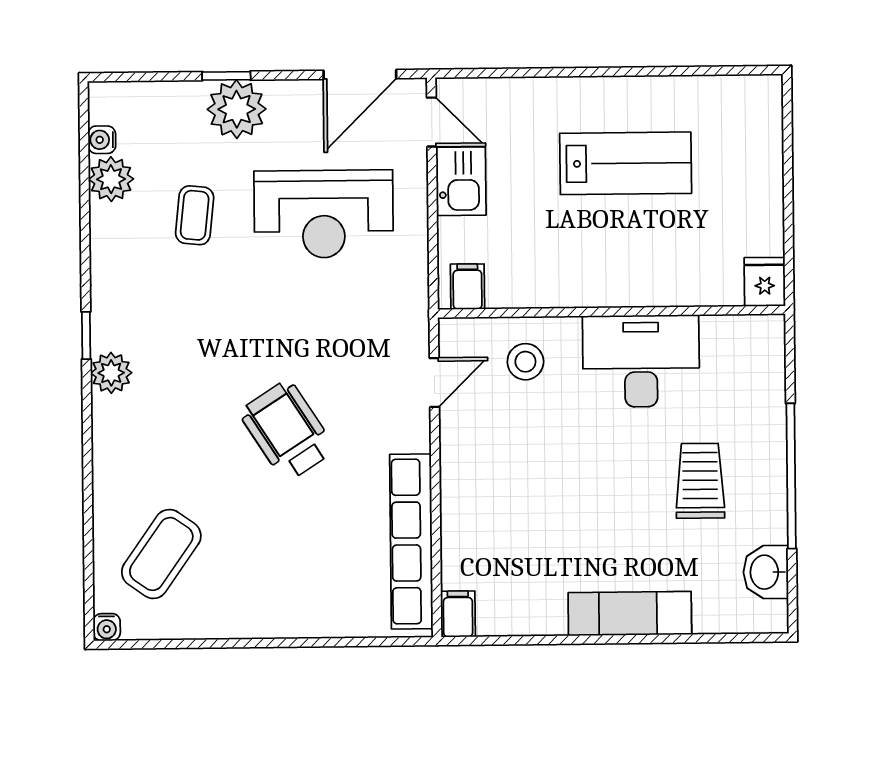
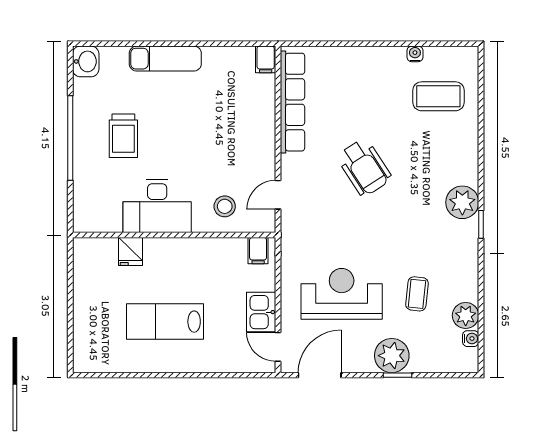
fridge: (765, 282) -> (130, 252), moved
plant: (111, 373) -> (462, 202), width x1.36, depth x1.36
coffee table: (161, 554) -> (438, 96), turned 55
washbasin: (766, 572) -> (86, 61), moved
water cooler: (107, 627) -> (415, 54), moved

